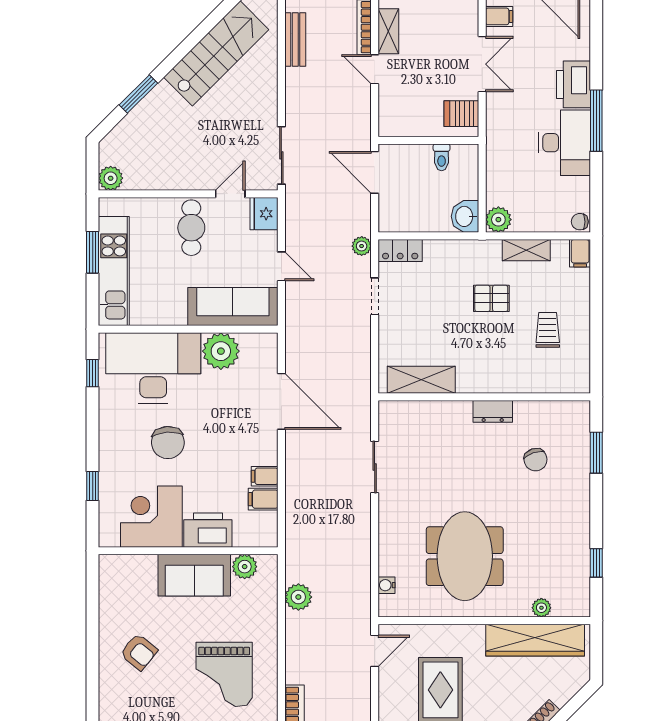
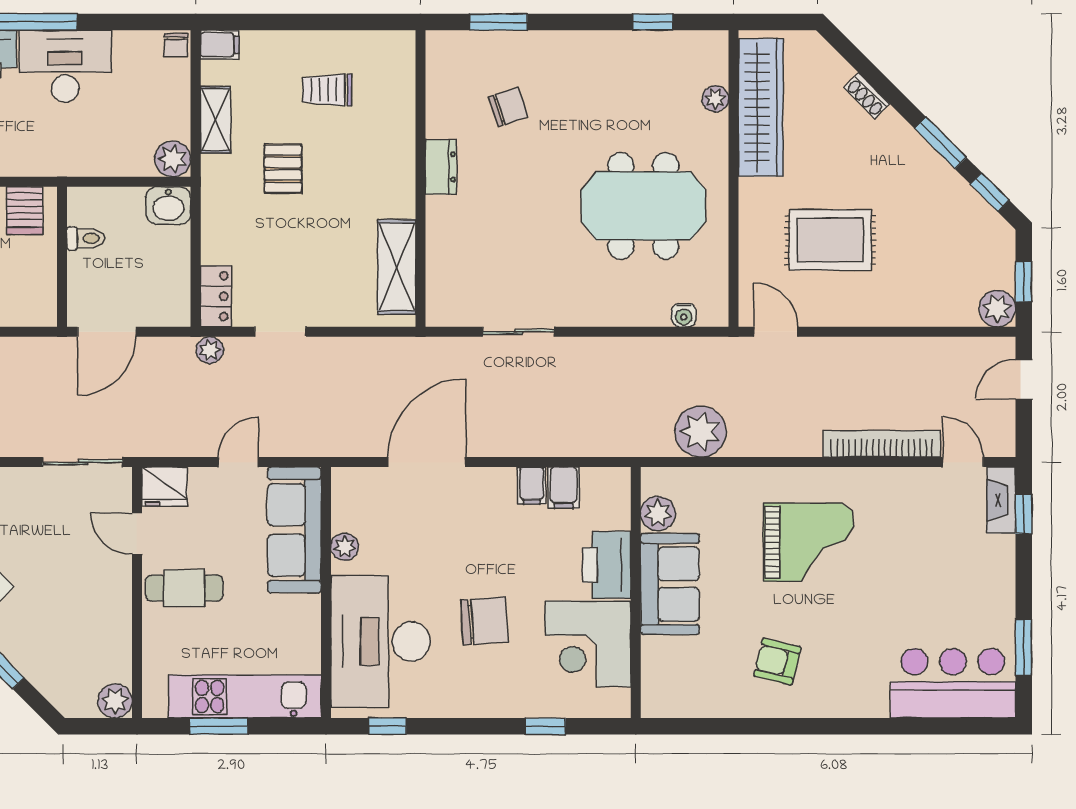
plant: (221, 351) -> (345, 547), width x0.53, depth x0.53
plant: (298, 597) -> (700, 432), width x1.36, depth x1.36
armchair: (139, 652) -> (777, 662), turned -115

